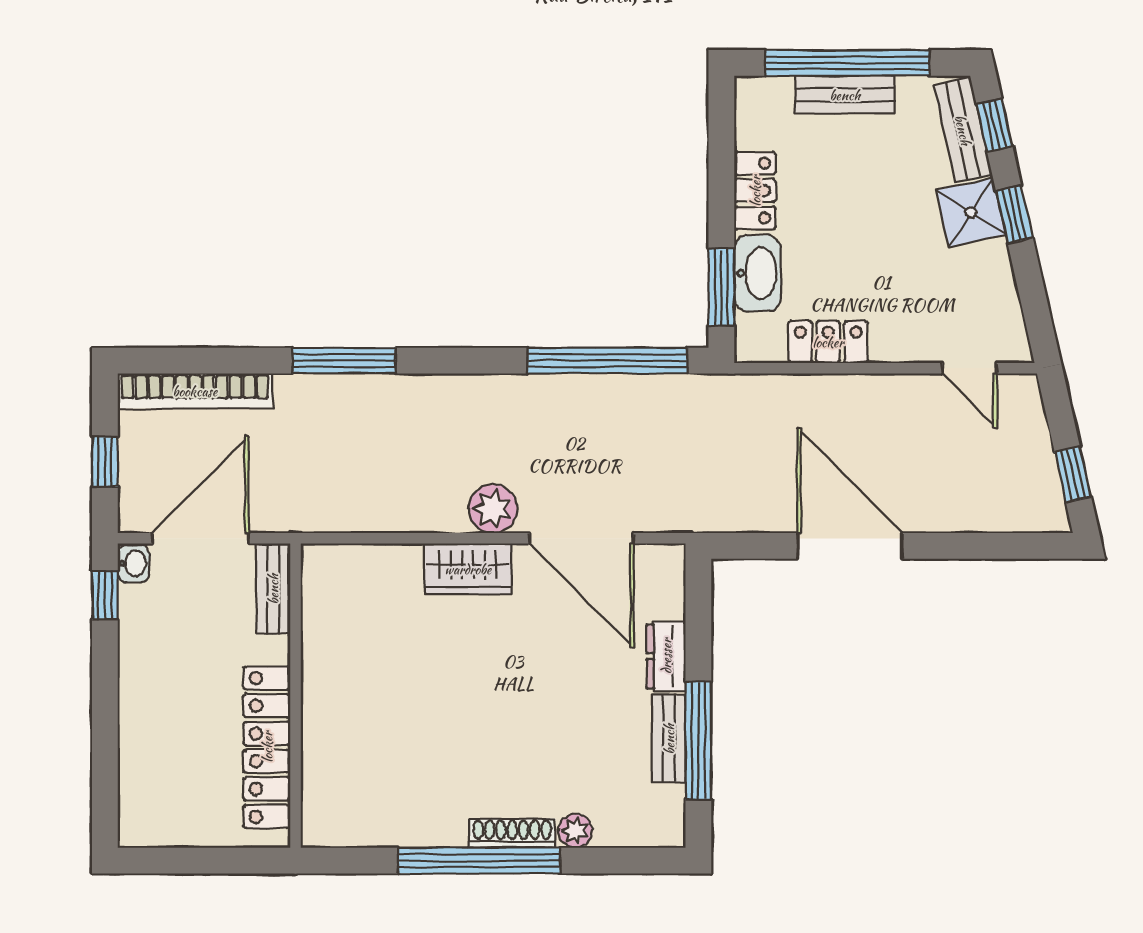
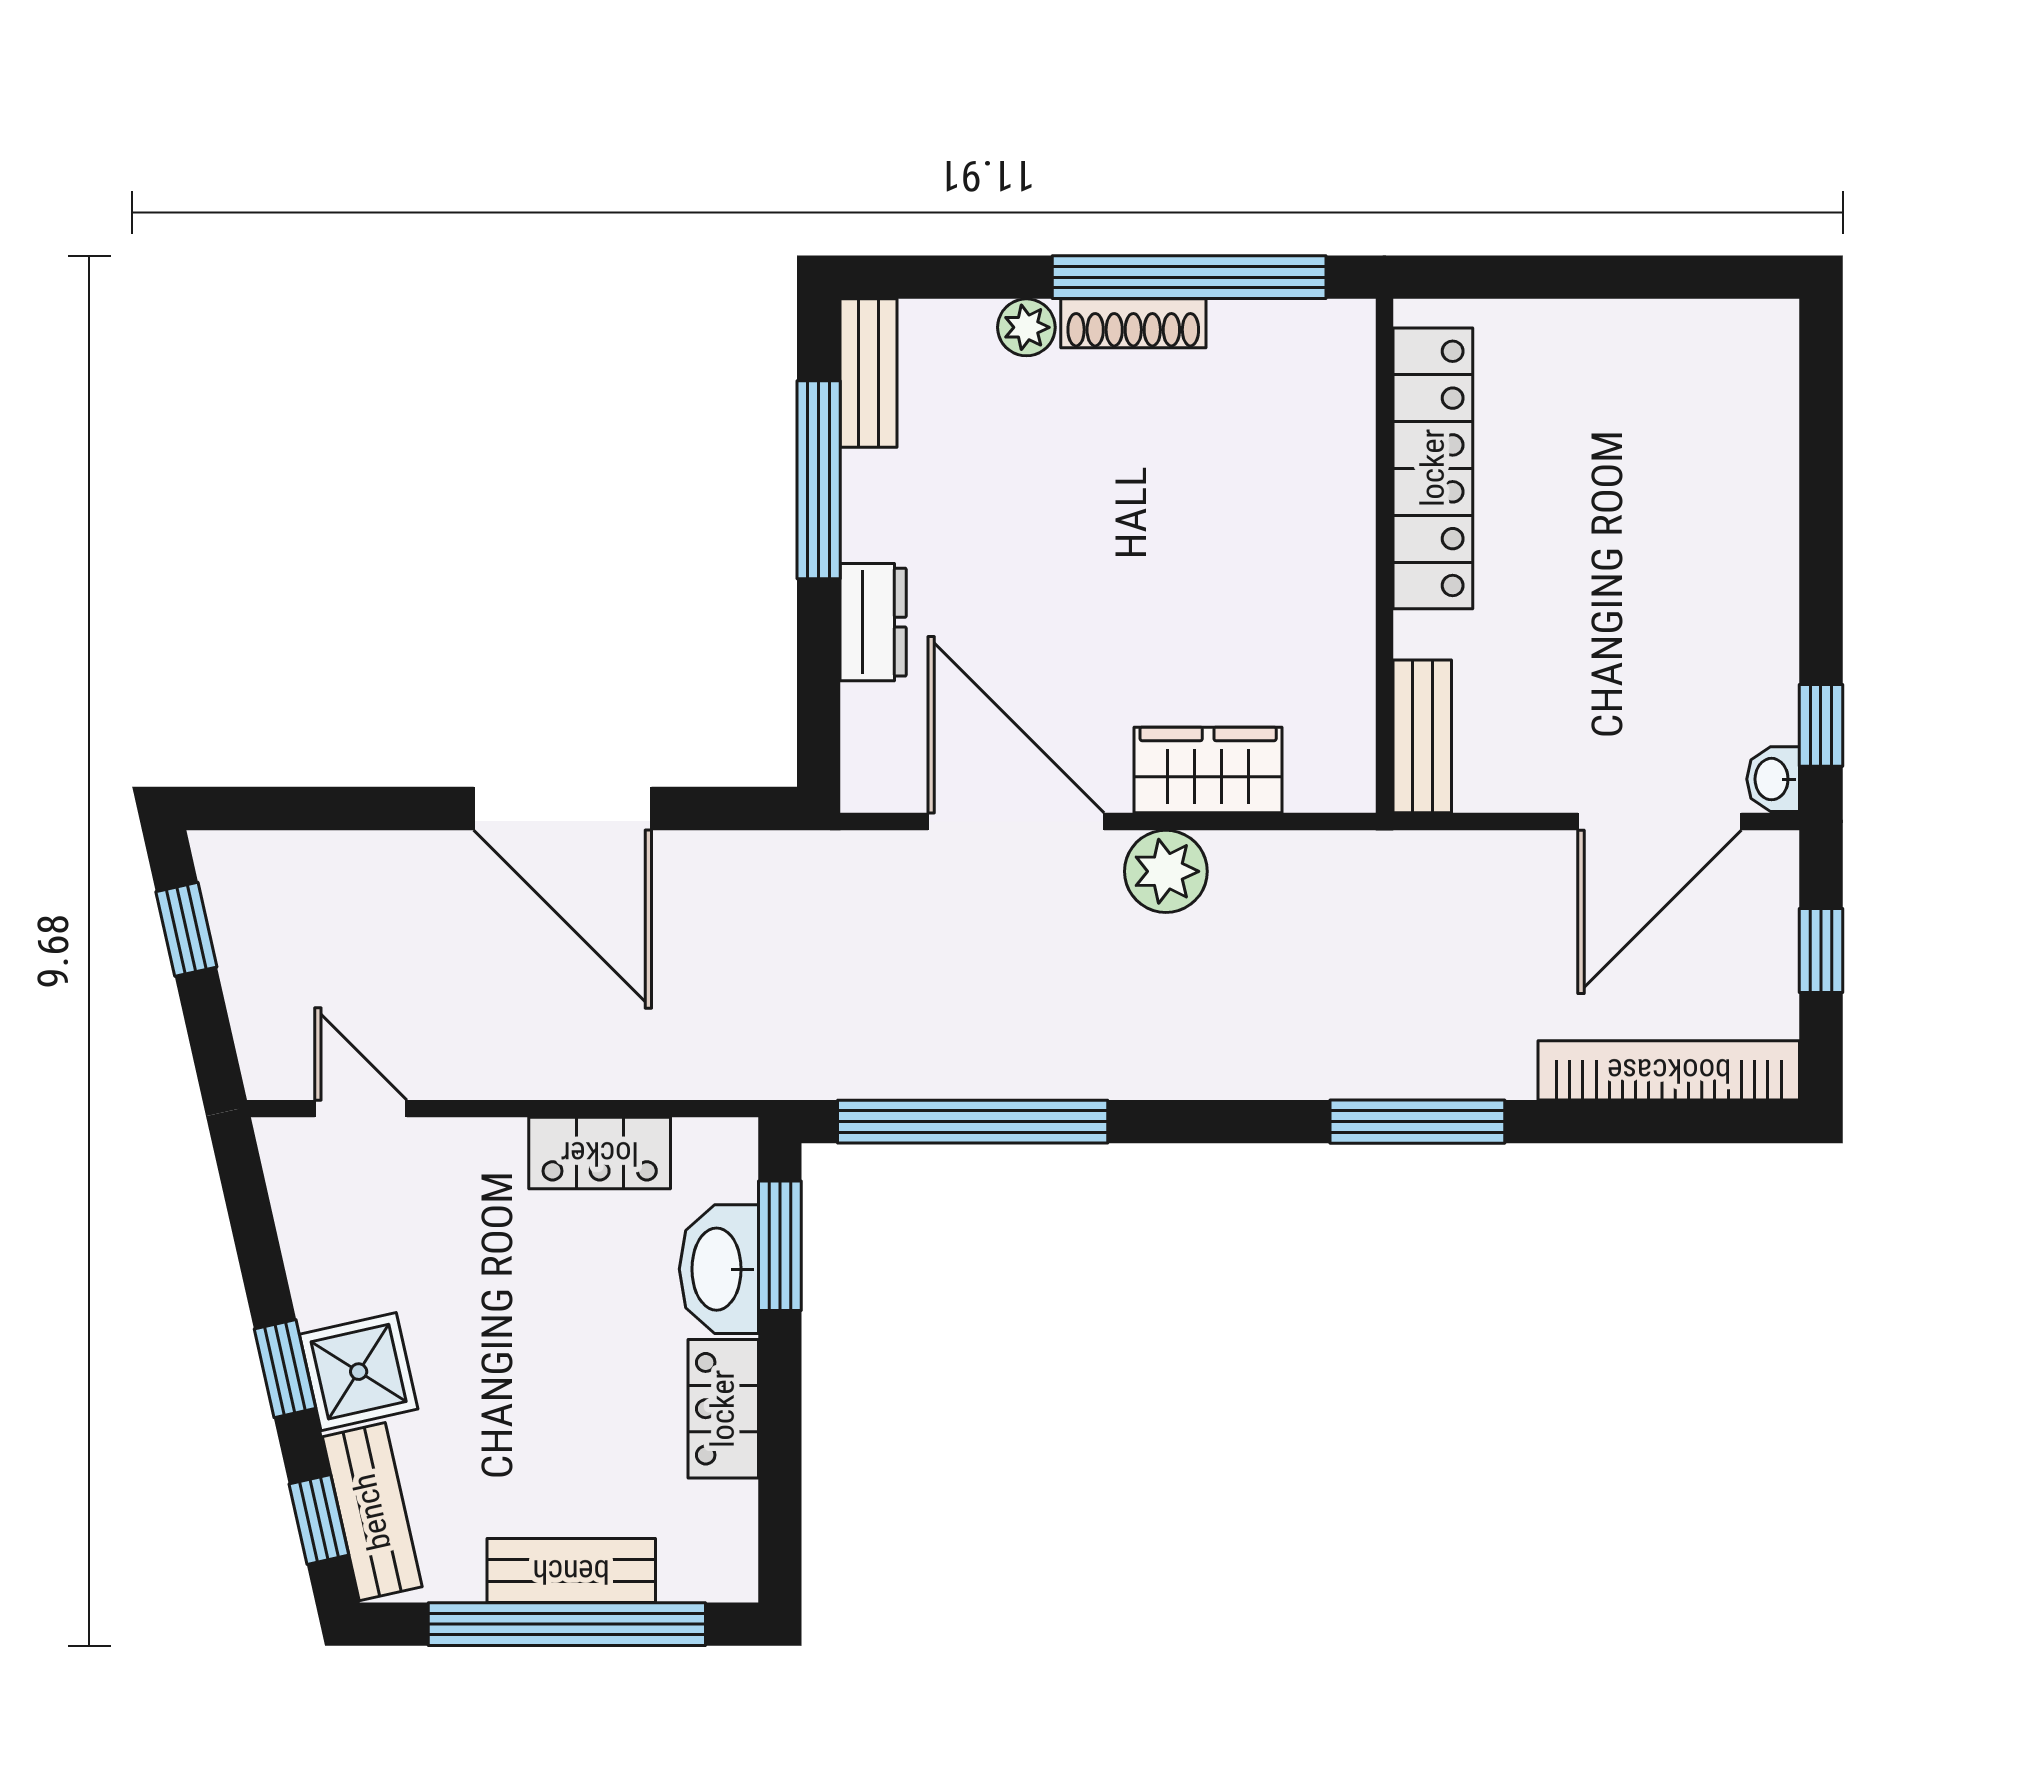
bench: (273, 589) -> (1422, 736), moved
wall: (295, 696) -> (1384, 556), moved
bench: (669, 739) -> (868, 373), moved
locker: (267, 747) -> (1433, 468), moved

